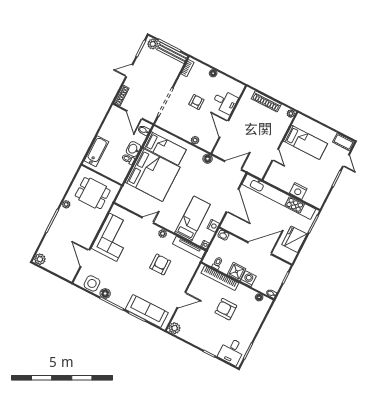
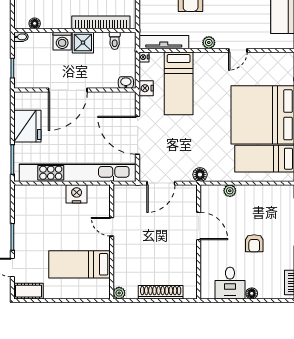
desk: (225, 102) -> (230, 283), moved, turned -90
nightstand: (298, 191) -> (77, 194), moved

